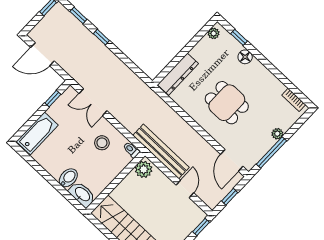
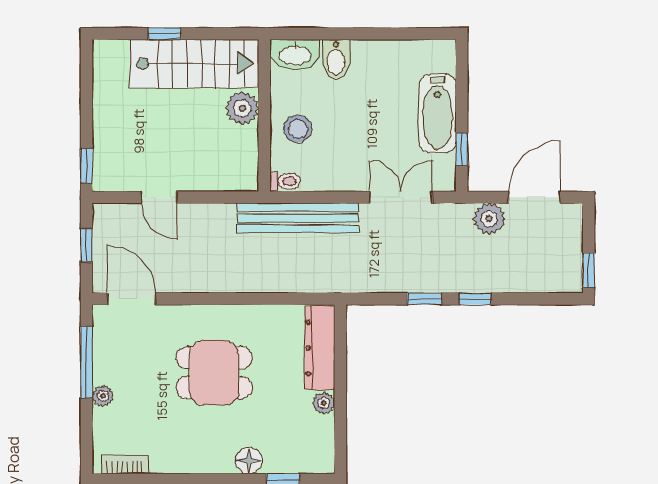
window: (78, 15) -> (424, 299), moved
plant: (214, 33) -> (324, 403), moved
plant: (67, 62) -> (489, 219), added
bathtub: (37, 133) -> (438, 113), moved
stool: (102, 143) -> (298, 129), moved
bench: (161, 151) -> (297, 218), moved
plant: (144, 169) -> (242, 108), moved

